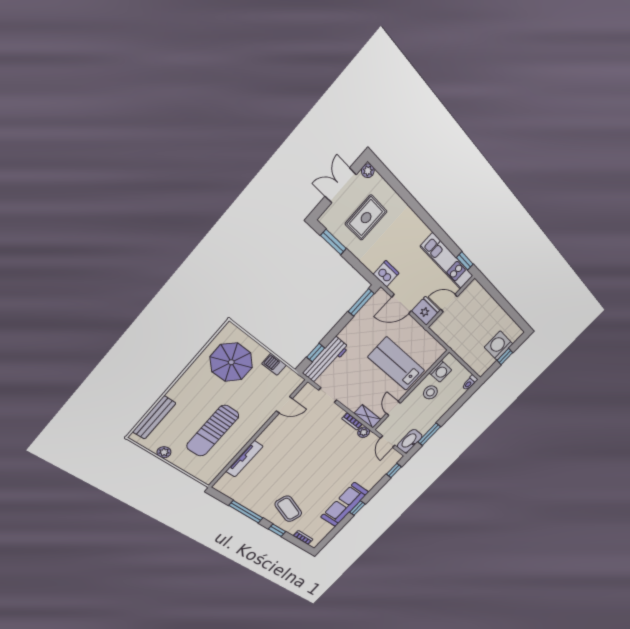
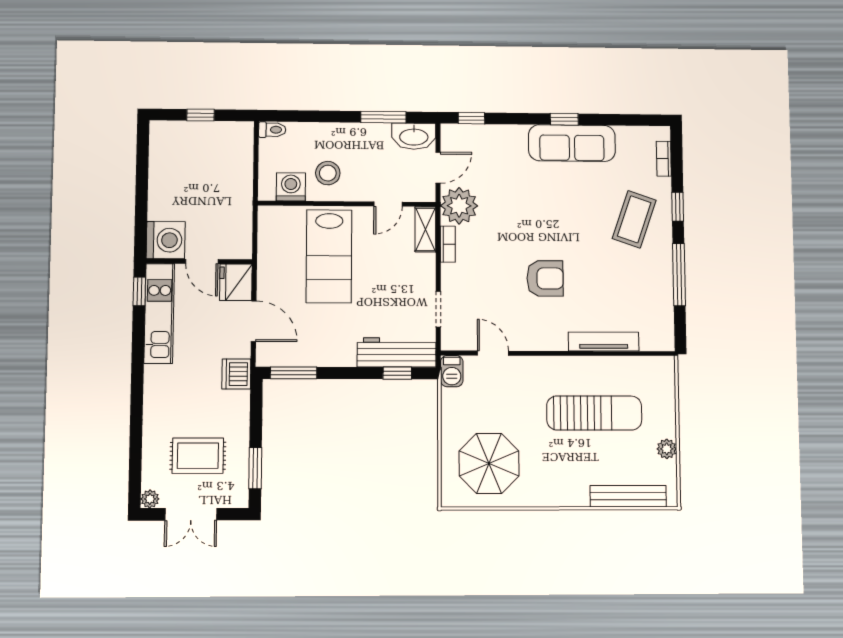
washing machine: (499, 346) -> (166, 240), moved, turned -90
barbecue: (274, 364) -> (452, 371), moved
plant: (364, 432) -> (459, 206), width x1.87, depth x1.87
armchair: (298, 453) -> (545, 278), added

